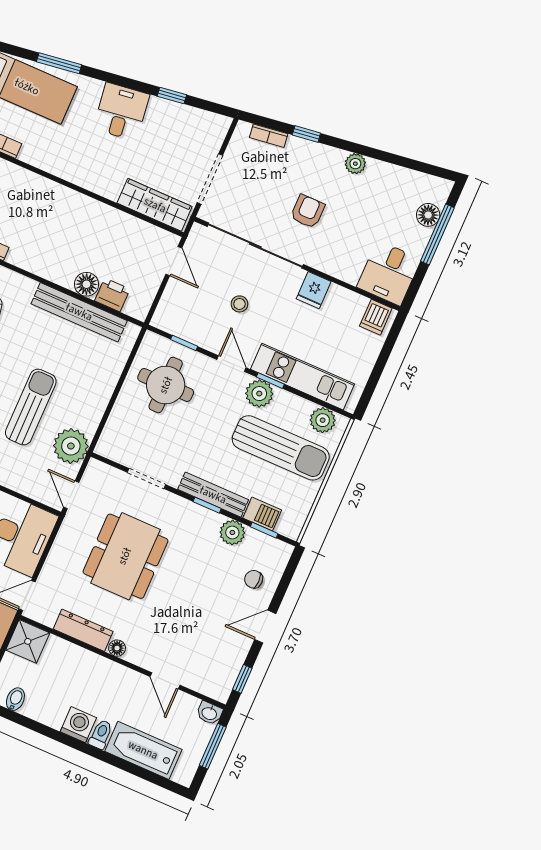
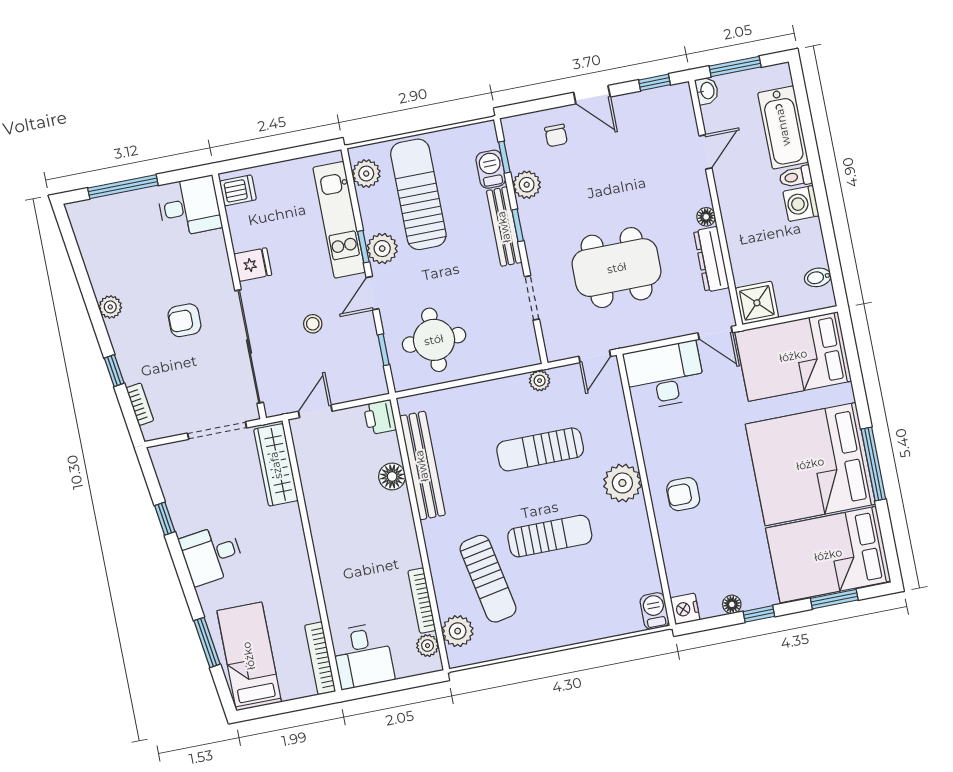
floor lamp: (428, 215) -> (111, 208), removed
printer: (112, 295) -> (380, 417), moved
plant: (71, 446) -> (540, 381), width x0.53, depth x0.53

